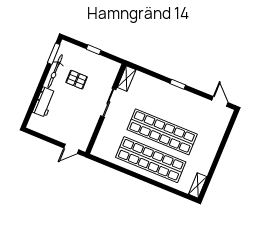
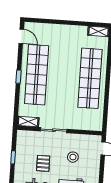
door: (220, 101) -> (21, 36), swing flipped
stool: (73, 114) -> (73, 157), added
shop shelf: (162, 132) -> (37, 75), moved

